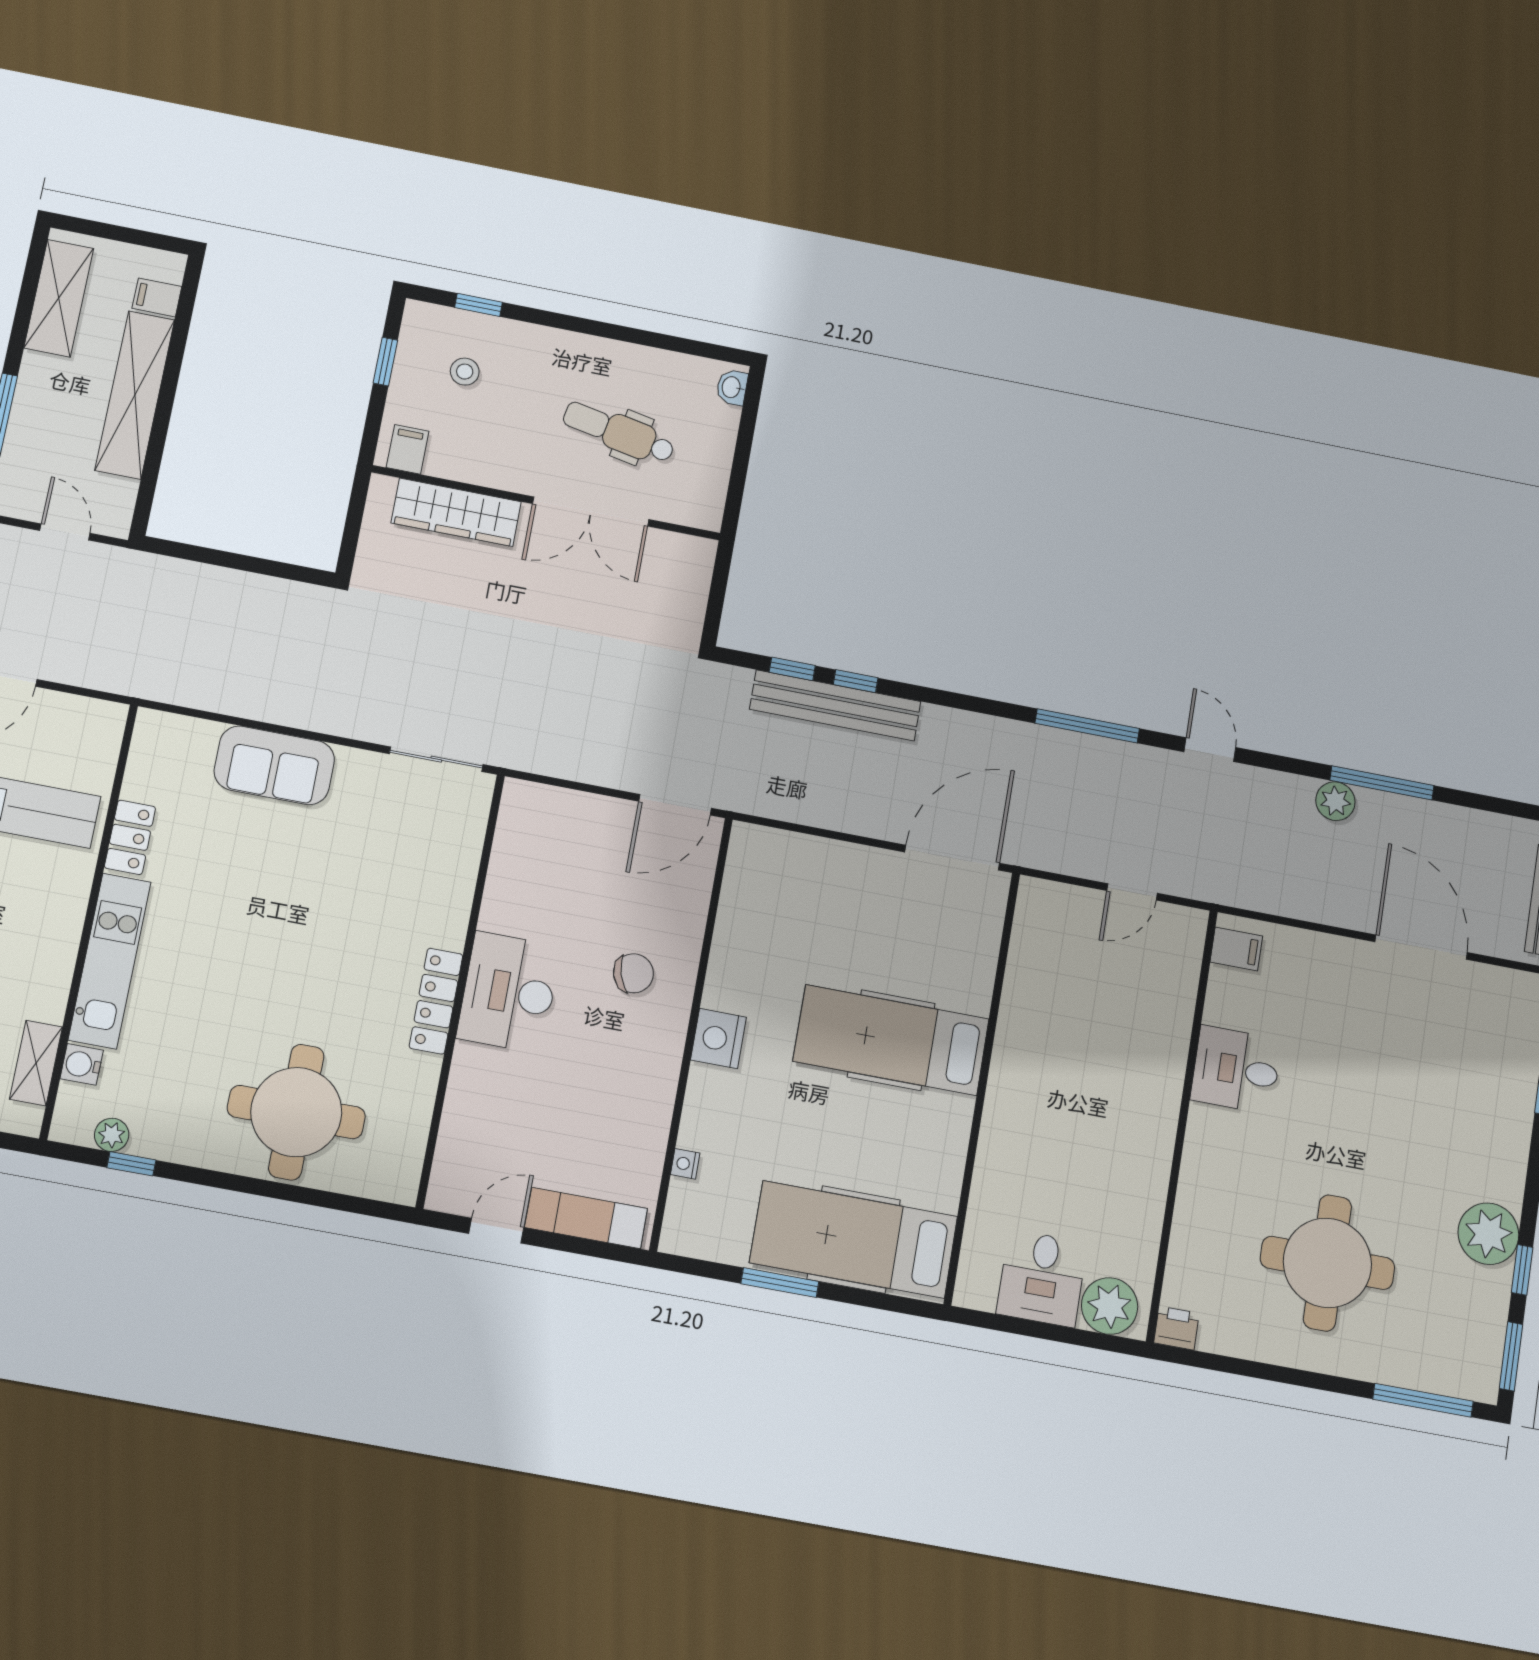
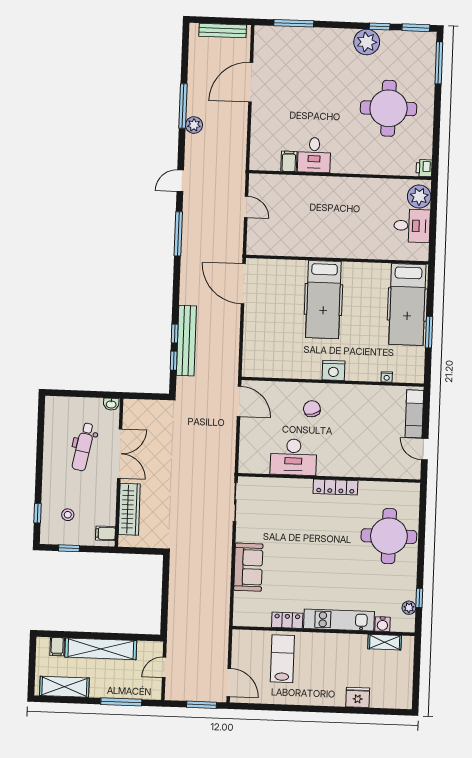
washbasin: (732, 387) -> (111, 404), moved
filing cabinet: (1236, 949) -> (289, 161), moved
desk: (509, 992) -> (293, 457), moved

